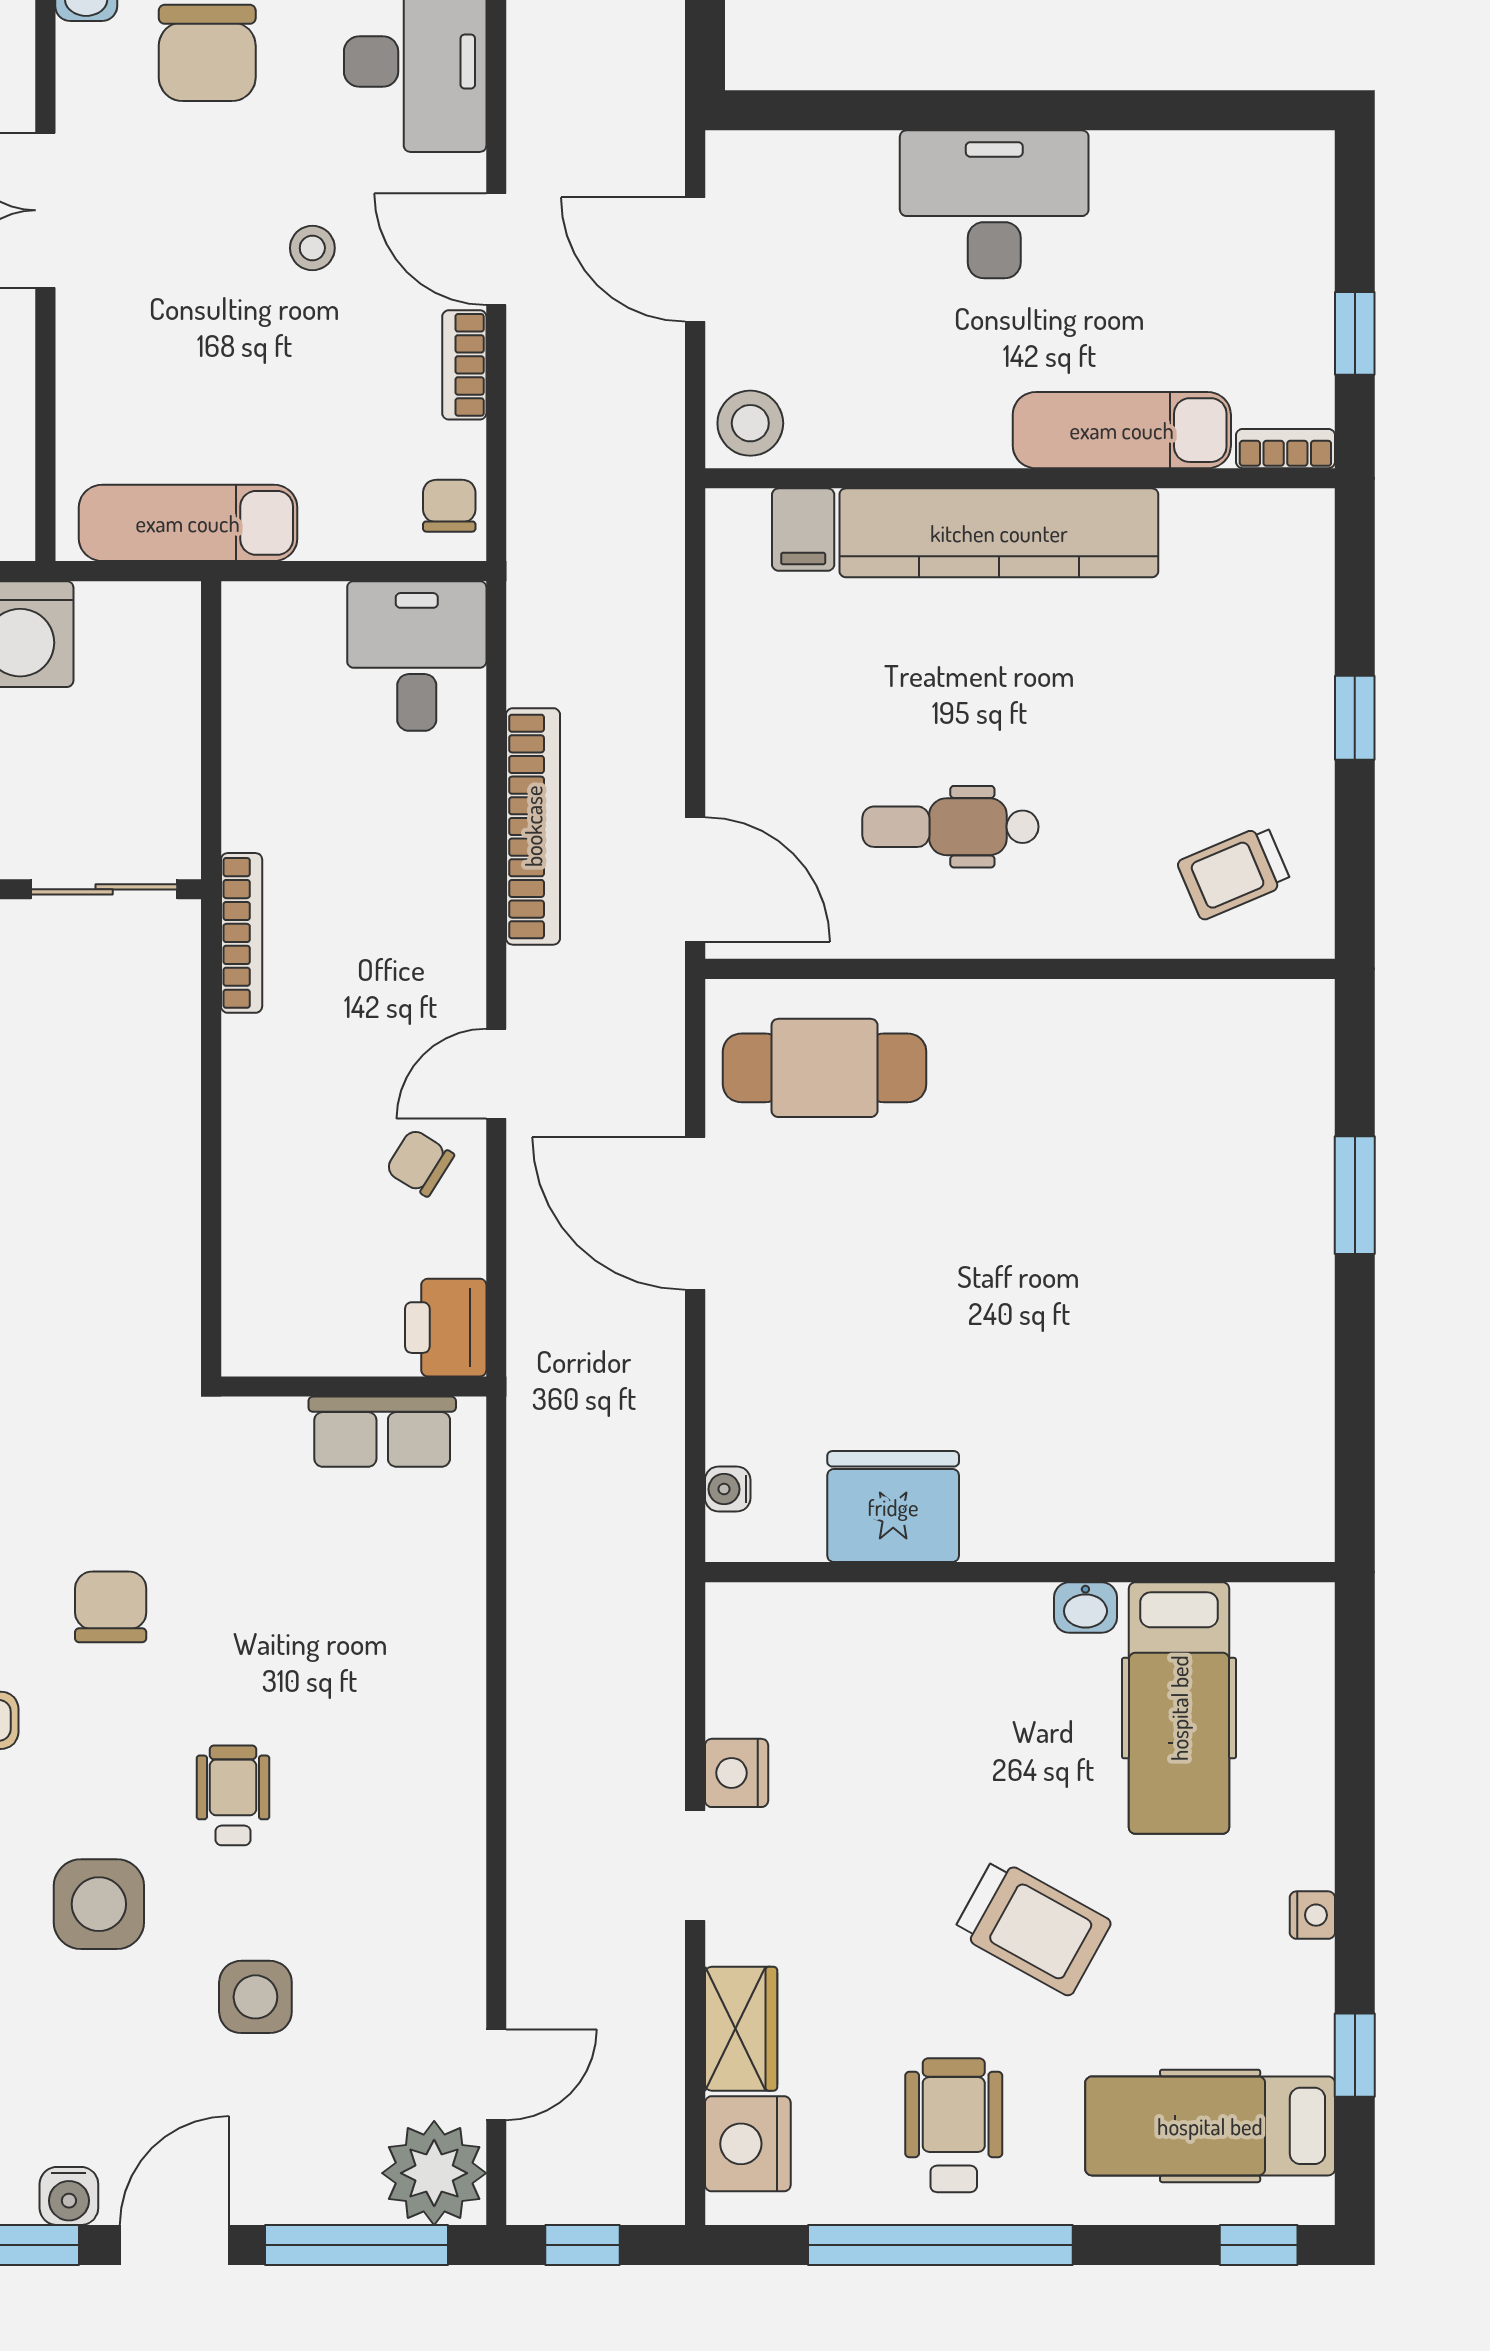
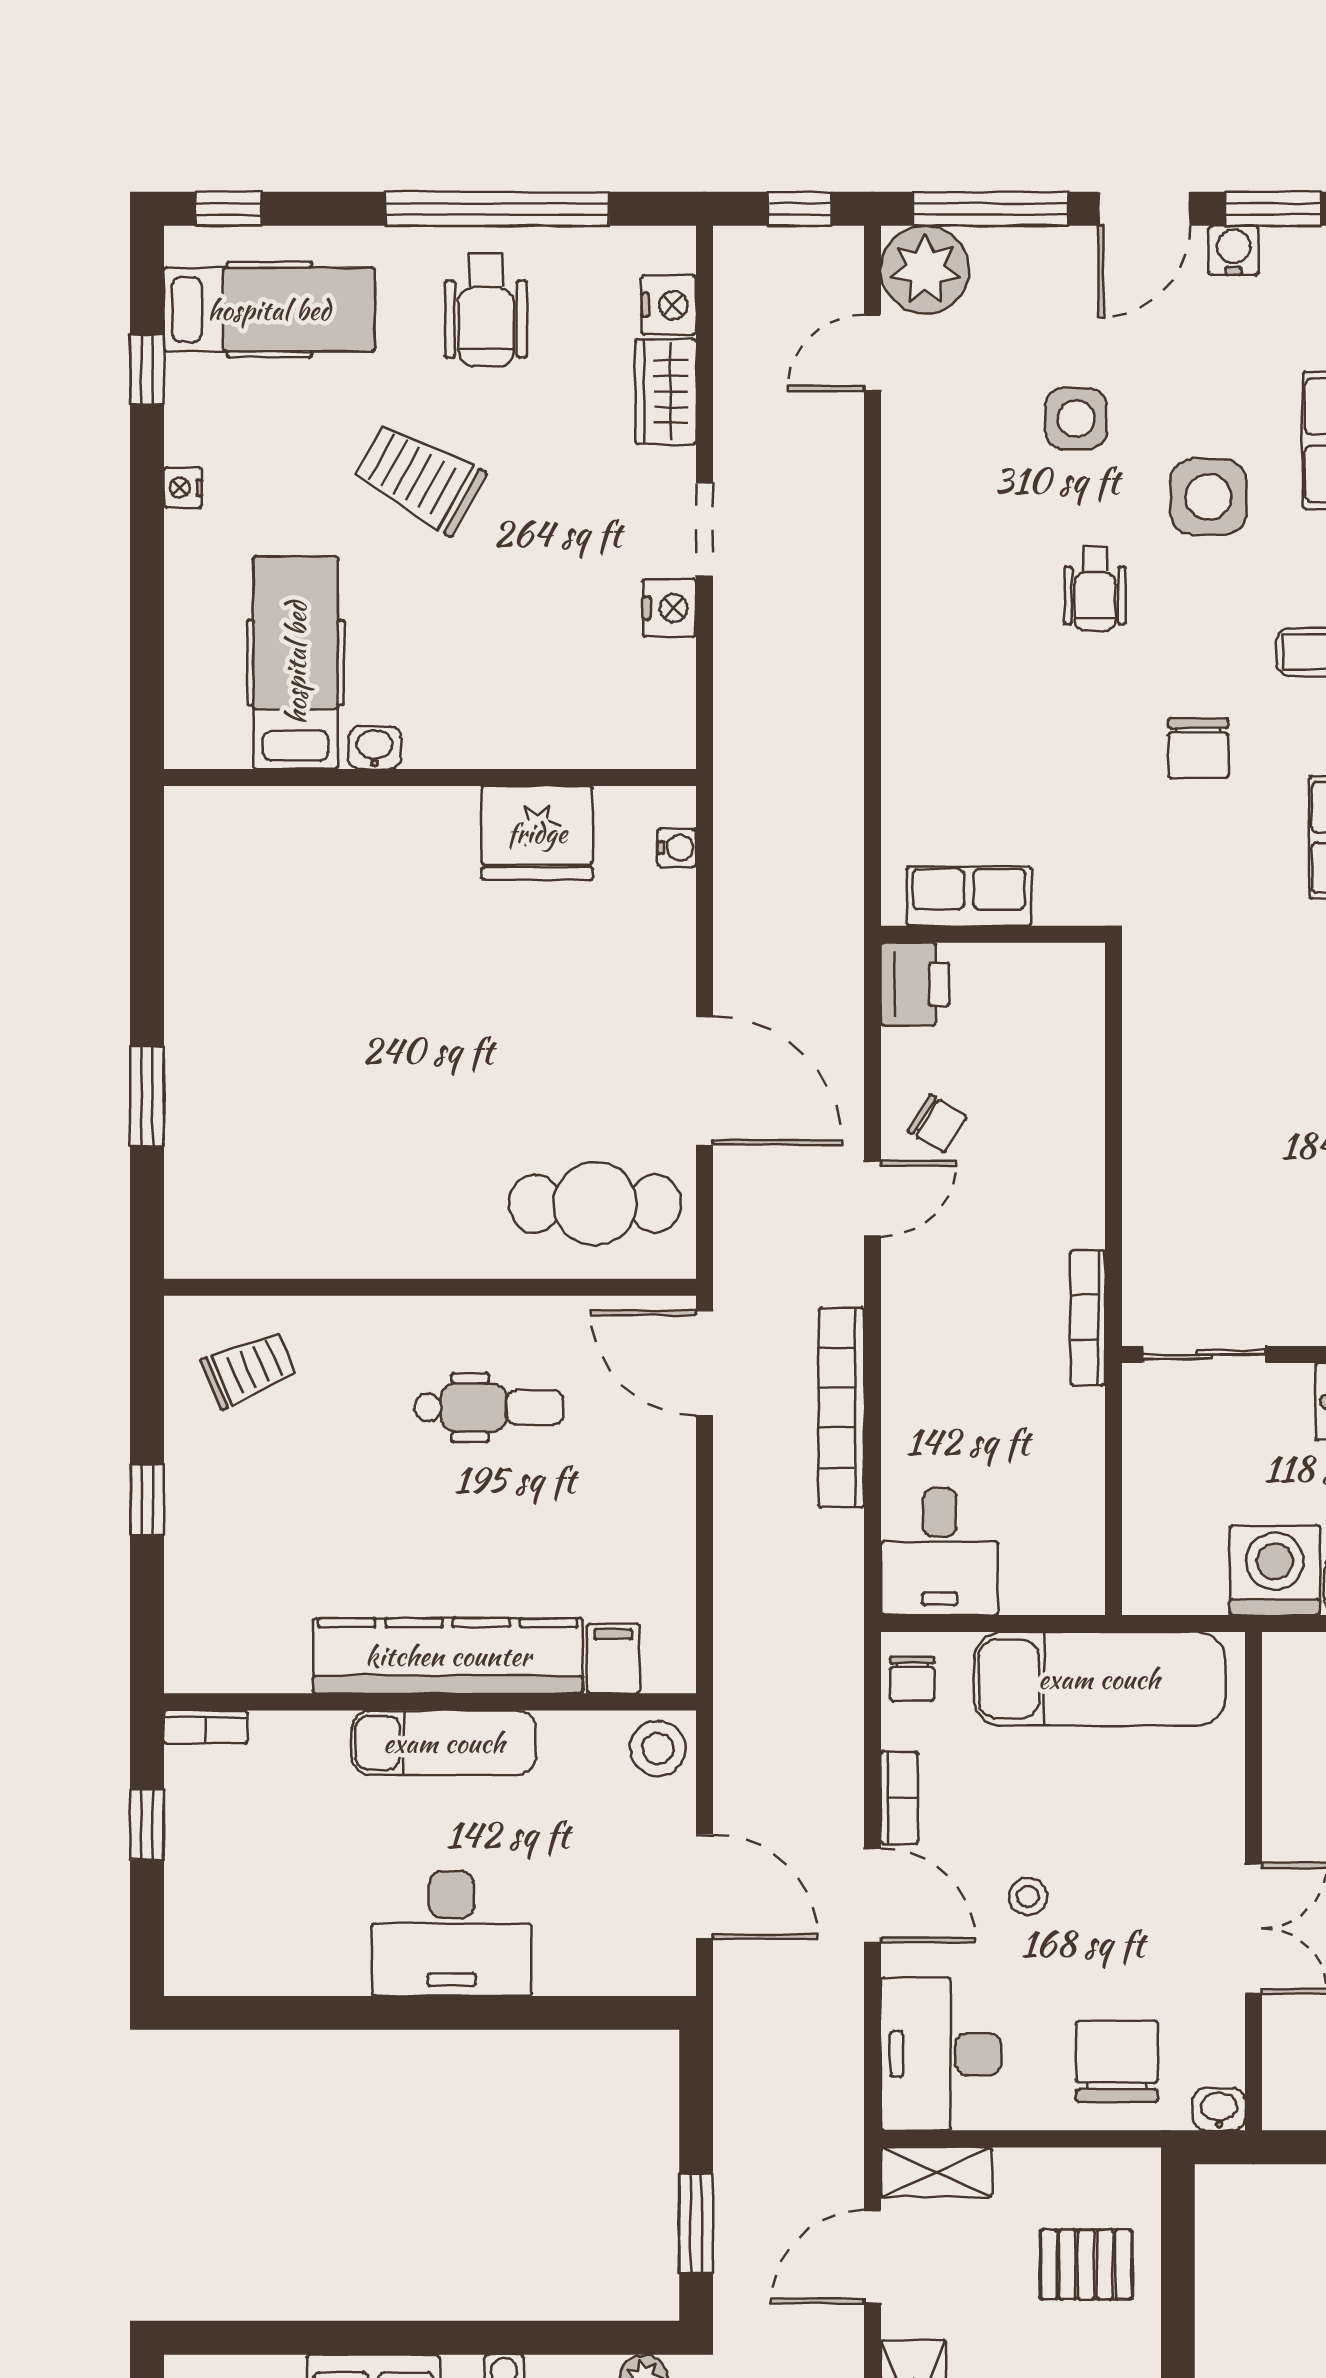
exam couch: (1122, 430) -> (444, 1743), moved
exam couch: (188, 523) -> (1099, 1679), width x1.36, depth x1.45
nightstand: (748, 2144) -> (669, 305), width x0.74, depth x0.75

